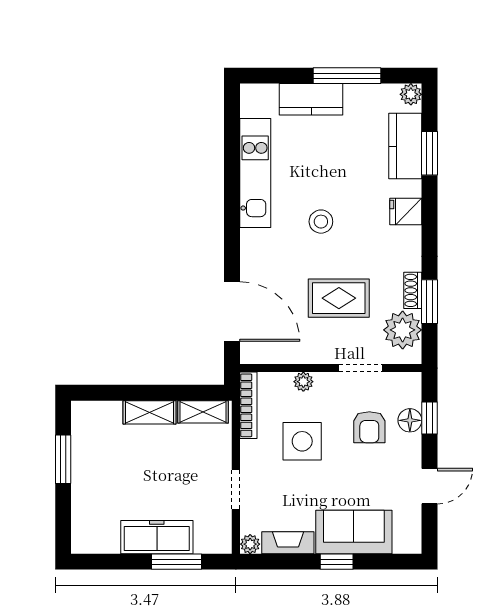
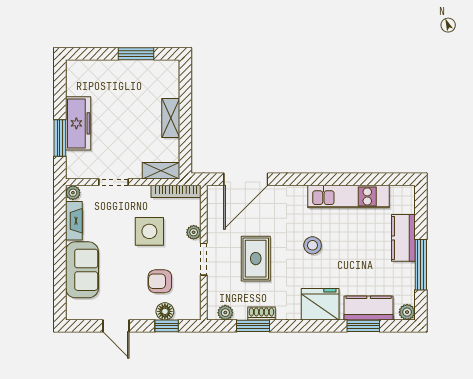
fridge: (406, 211) -> (320, 304), width x1.88, depth x1.34
plant: (403, 330) -> (225, 313), width x0.53, depth x0.53
doorway: (361, 368) -> (204, 259), moved
shelving: (203, 412) -> (161, 171), moved, turned 90
window: (337, 562) -> (60, 257), removed

